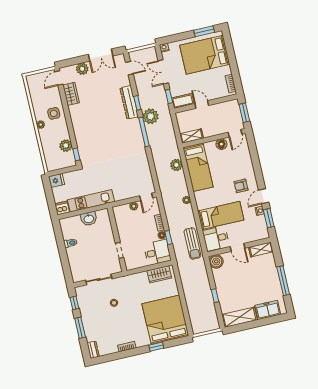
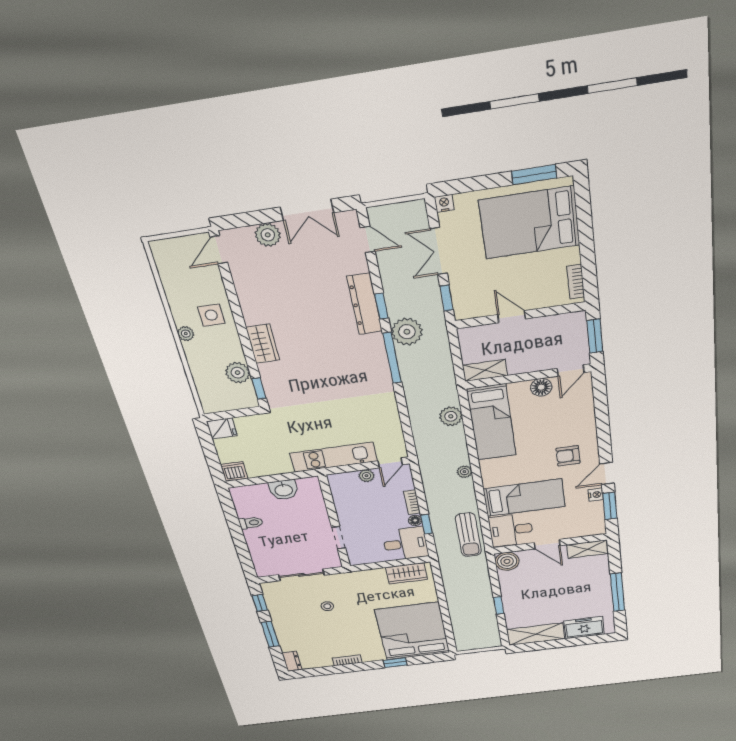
wardrobe: (71, 94) -> (263, 344), moved
cot: (183, 101) -> (474, 308), removed
kitchen unit: (91, 201) -> (334, 457), moved

